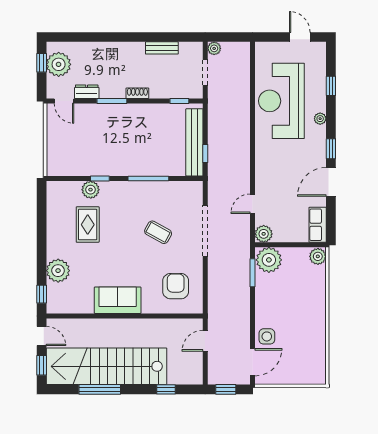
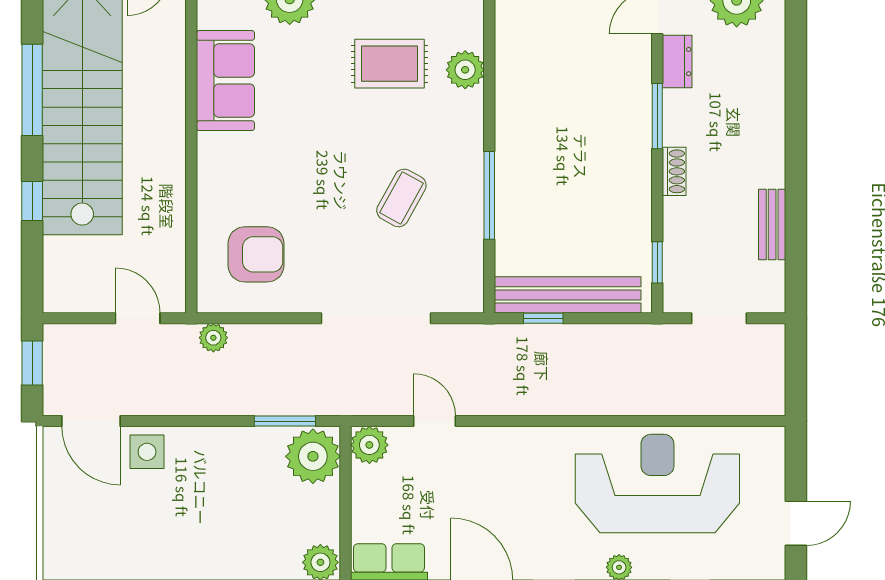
plant: (214, 48) -> (213, 338), moved
window: (100, 178) -> (489, 90), removed
coffee table: (158, 232) -> (401, 198), moved
sofa: (118, 300) -> (225, 81), moved
window: (166, 389) -> (32, 201), moved

